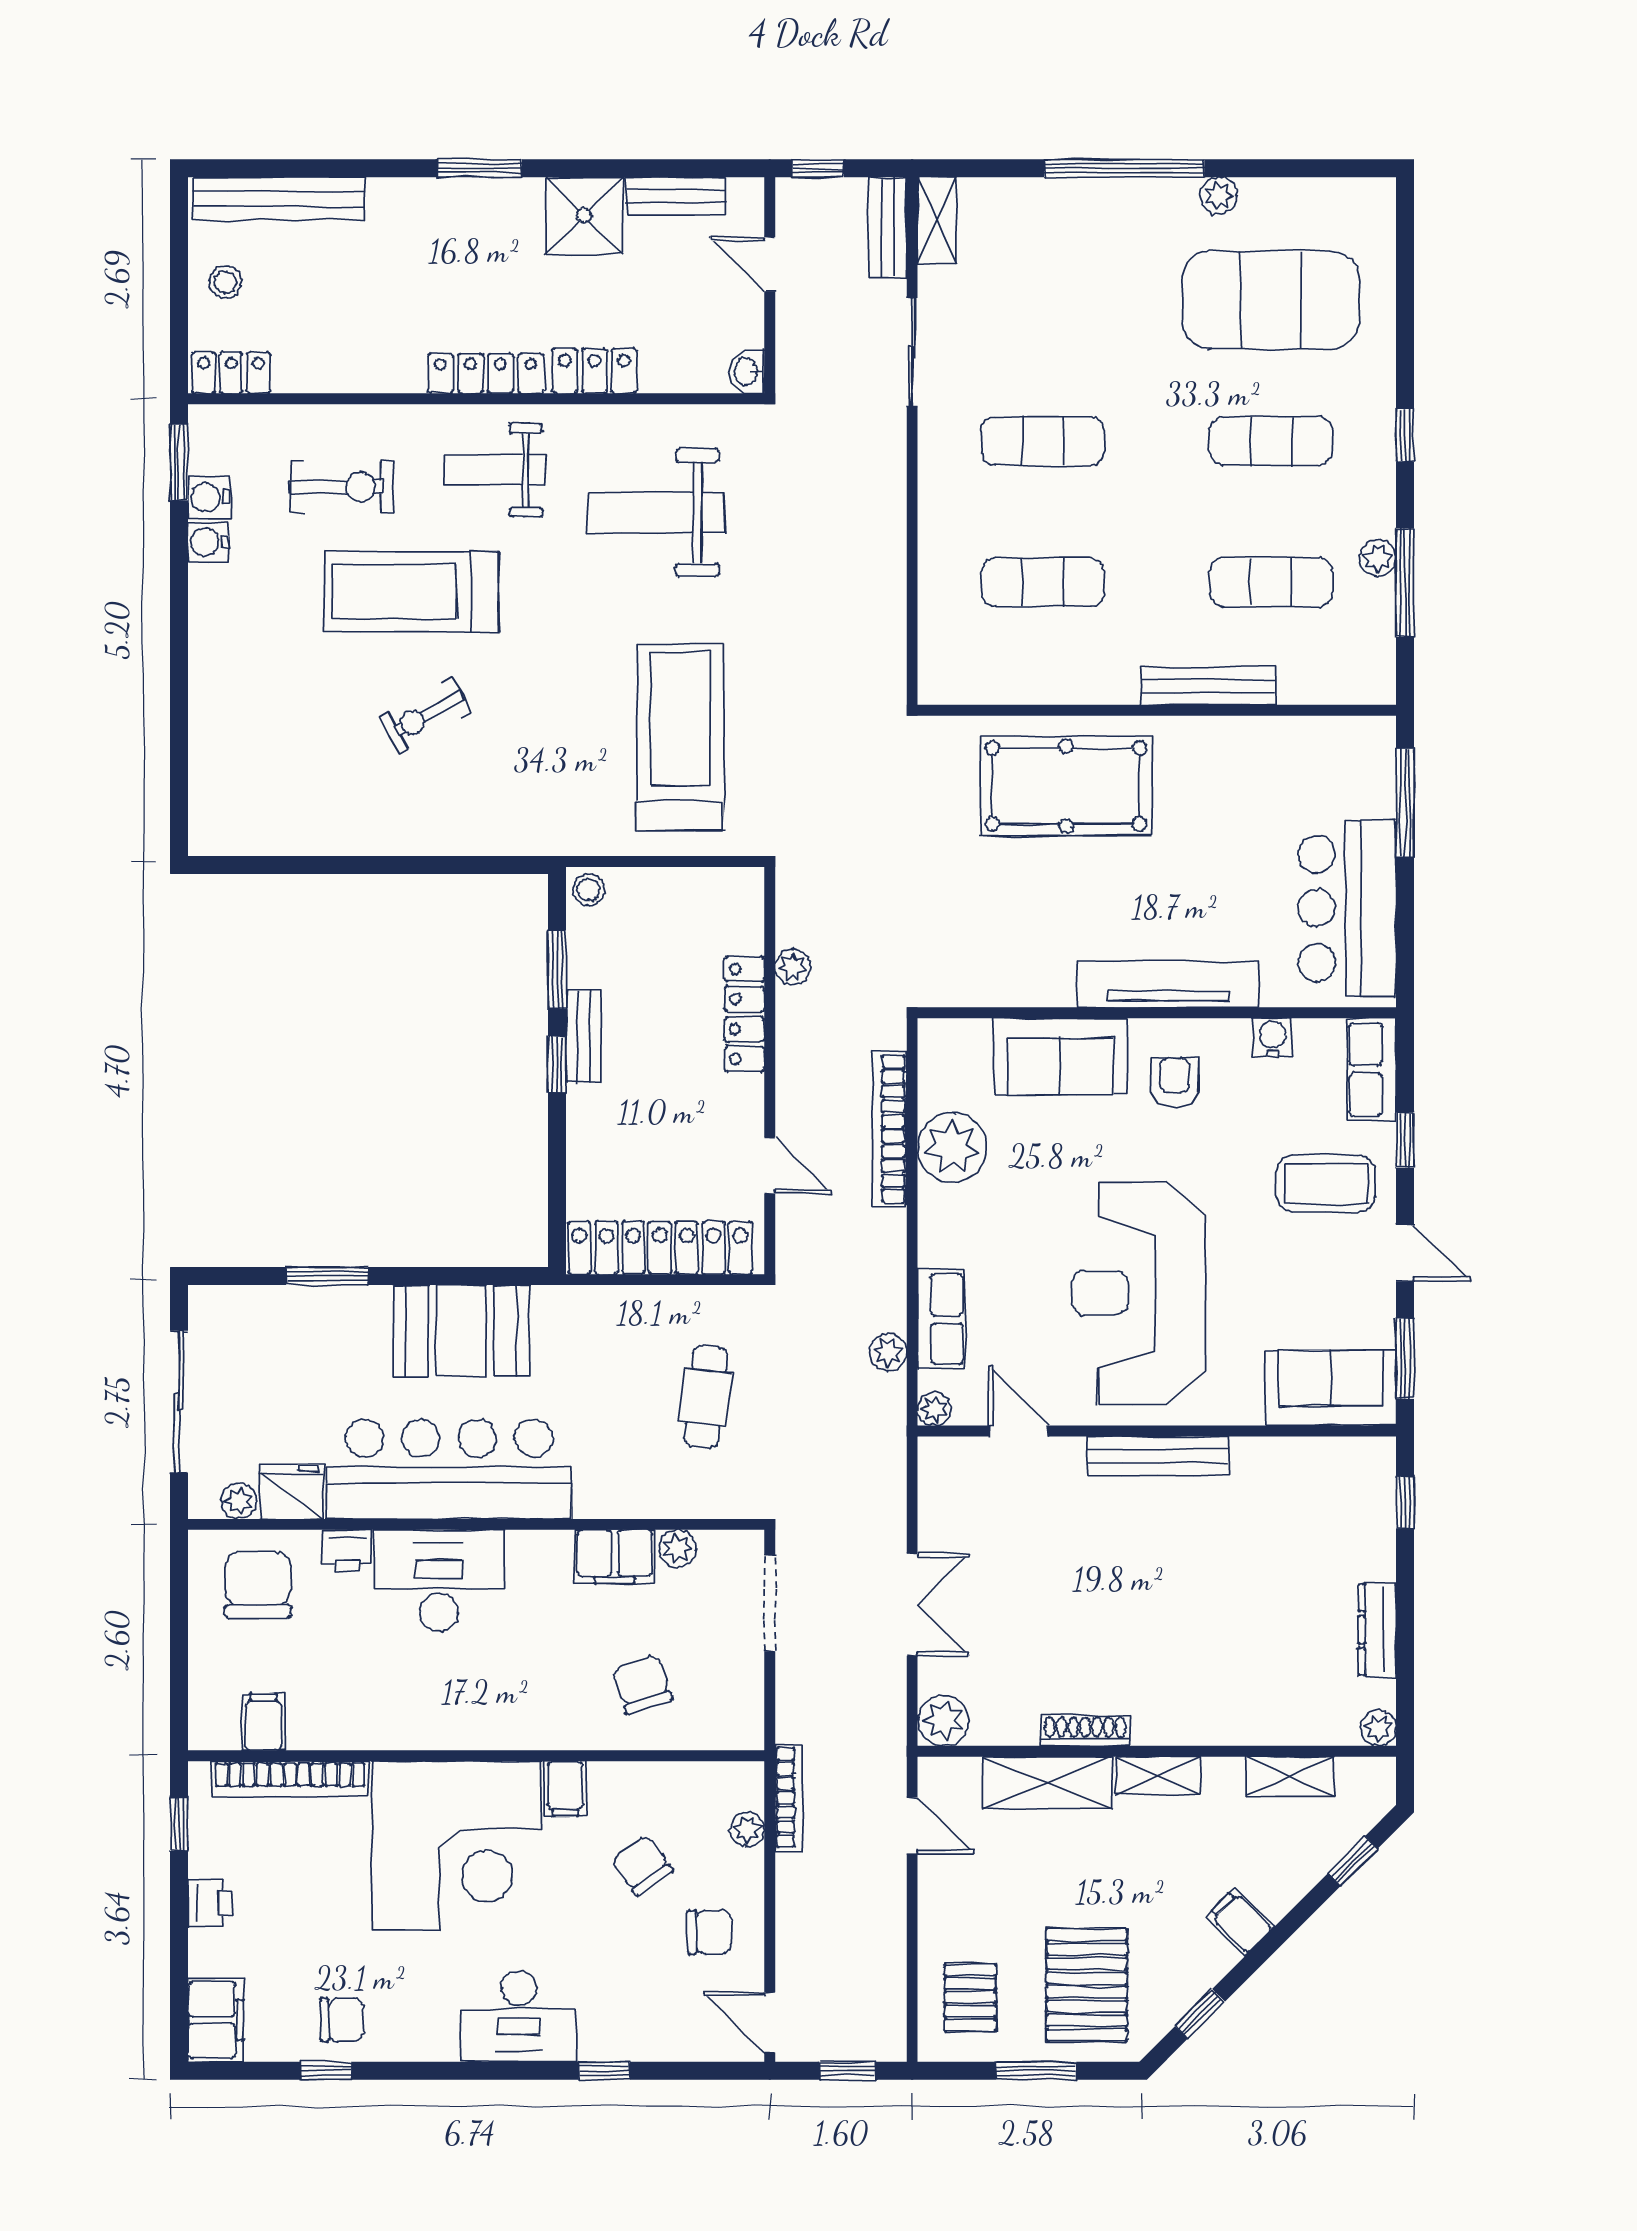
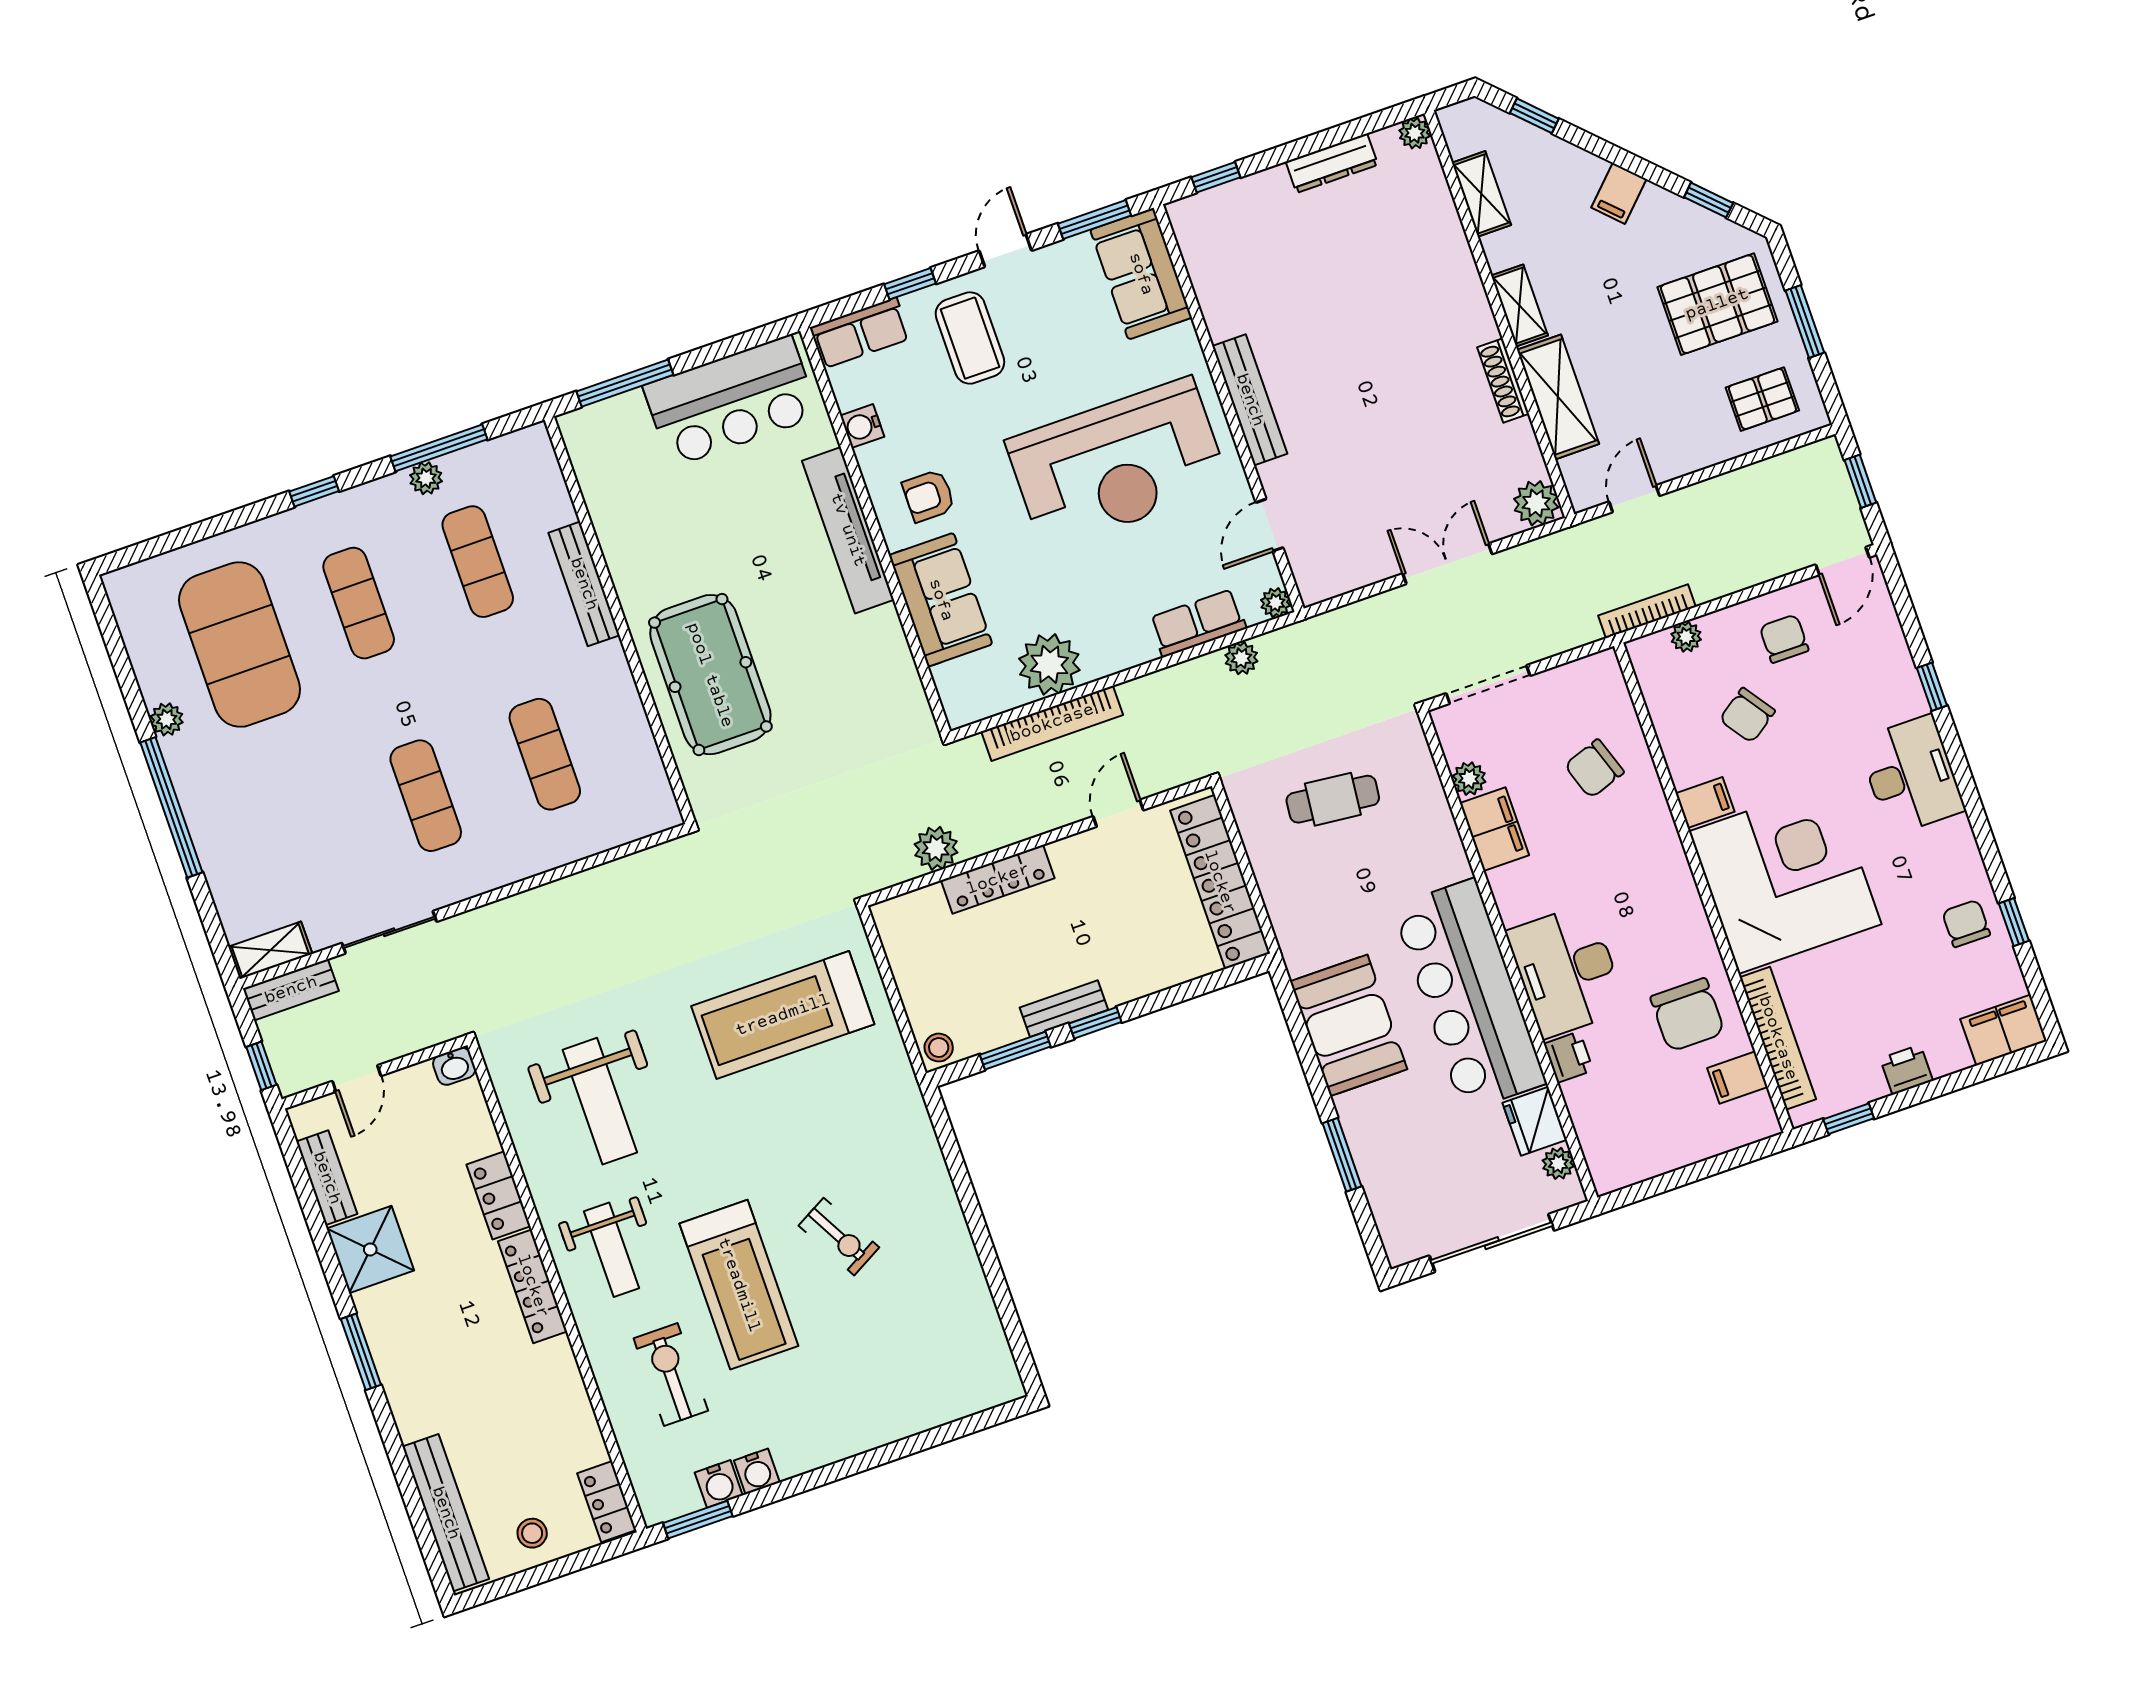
plant: (793, 967) -> (936, 848), width x1.38, depth x1.38
chair: (258, 1585) -> (1687, 1015), moved, turned -90

